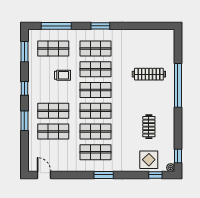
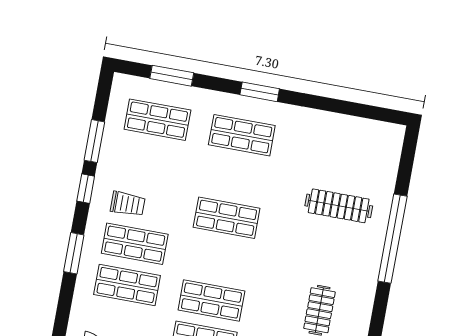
window: (56, 26) -> (172, 76), width x0.69
window: (24, 52) -> (94, 141), moved
shop shelf: (96, 69) -> (234, 176), removed
trolley: (62, 75) -> (128, 204), moved
shop shelf: (96, 111) -> (219, 259), removed

